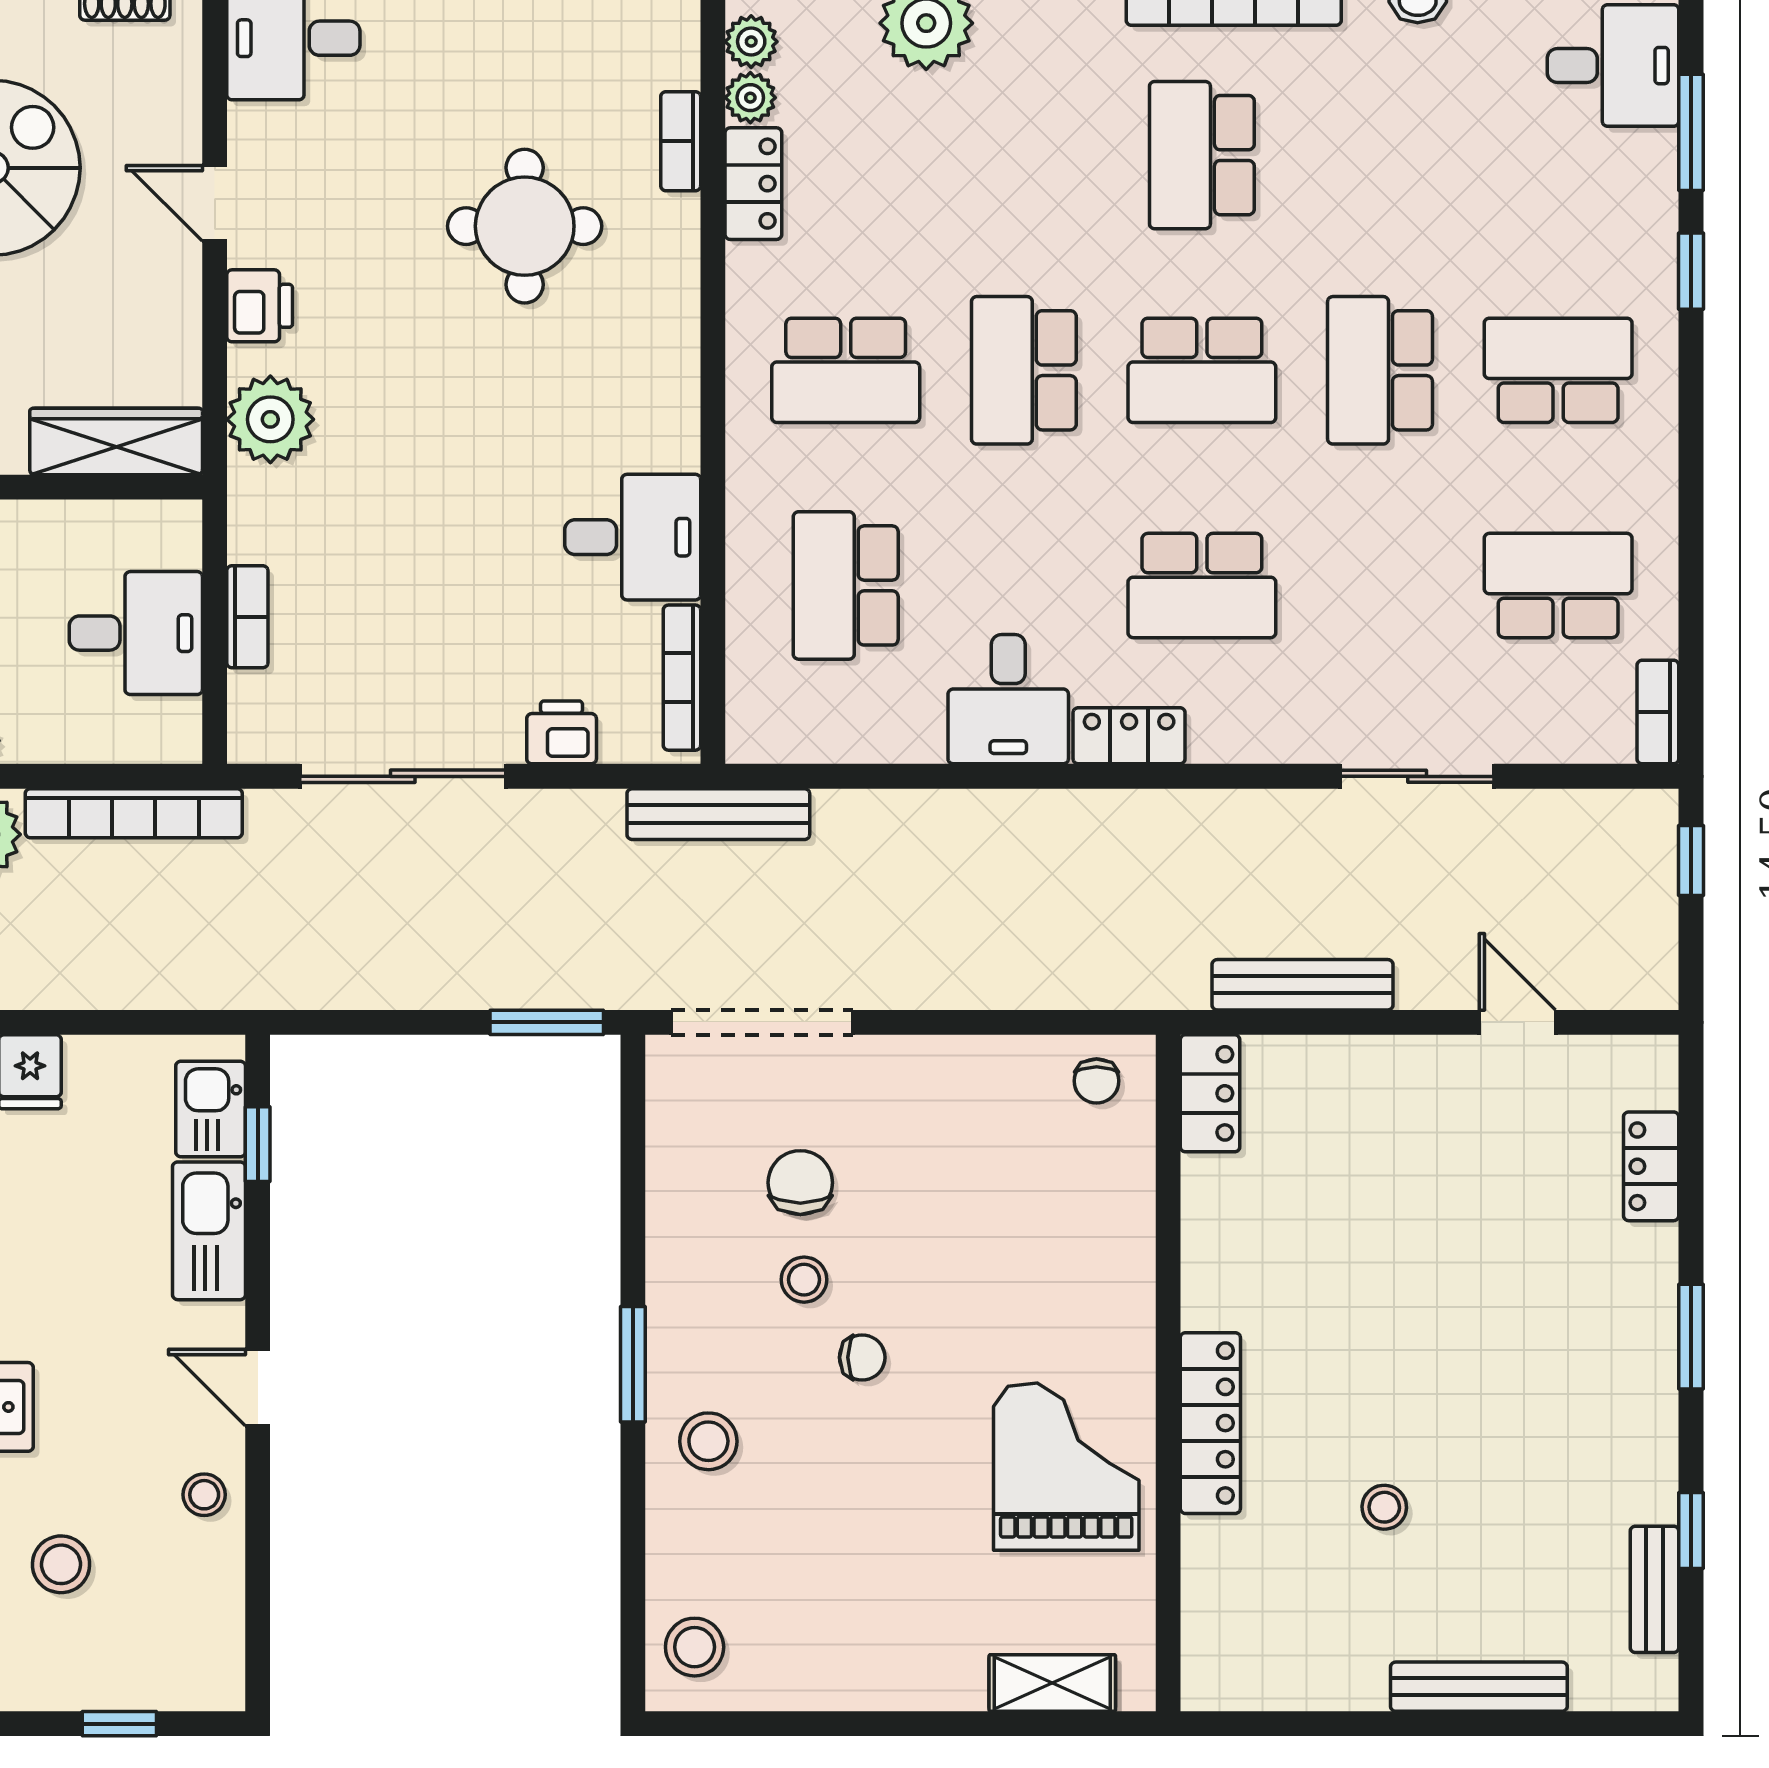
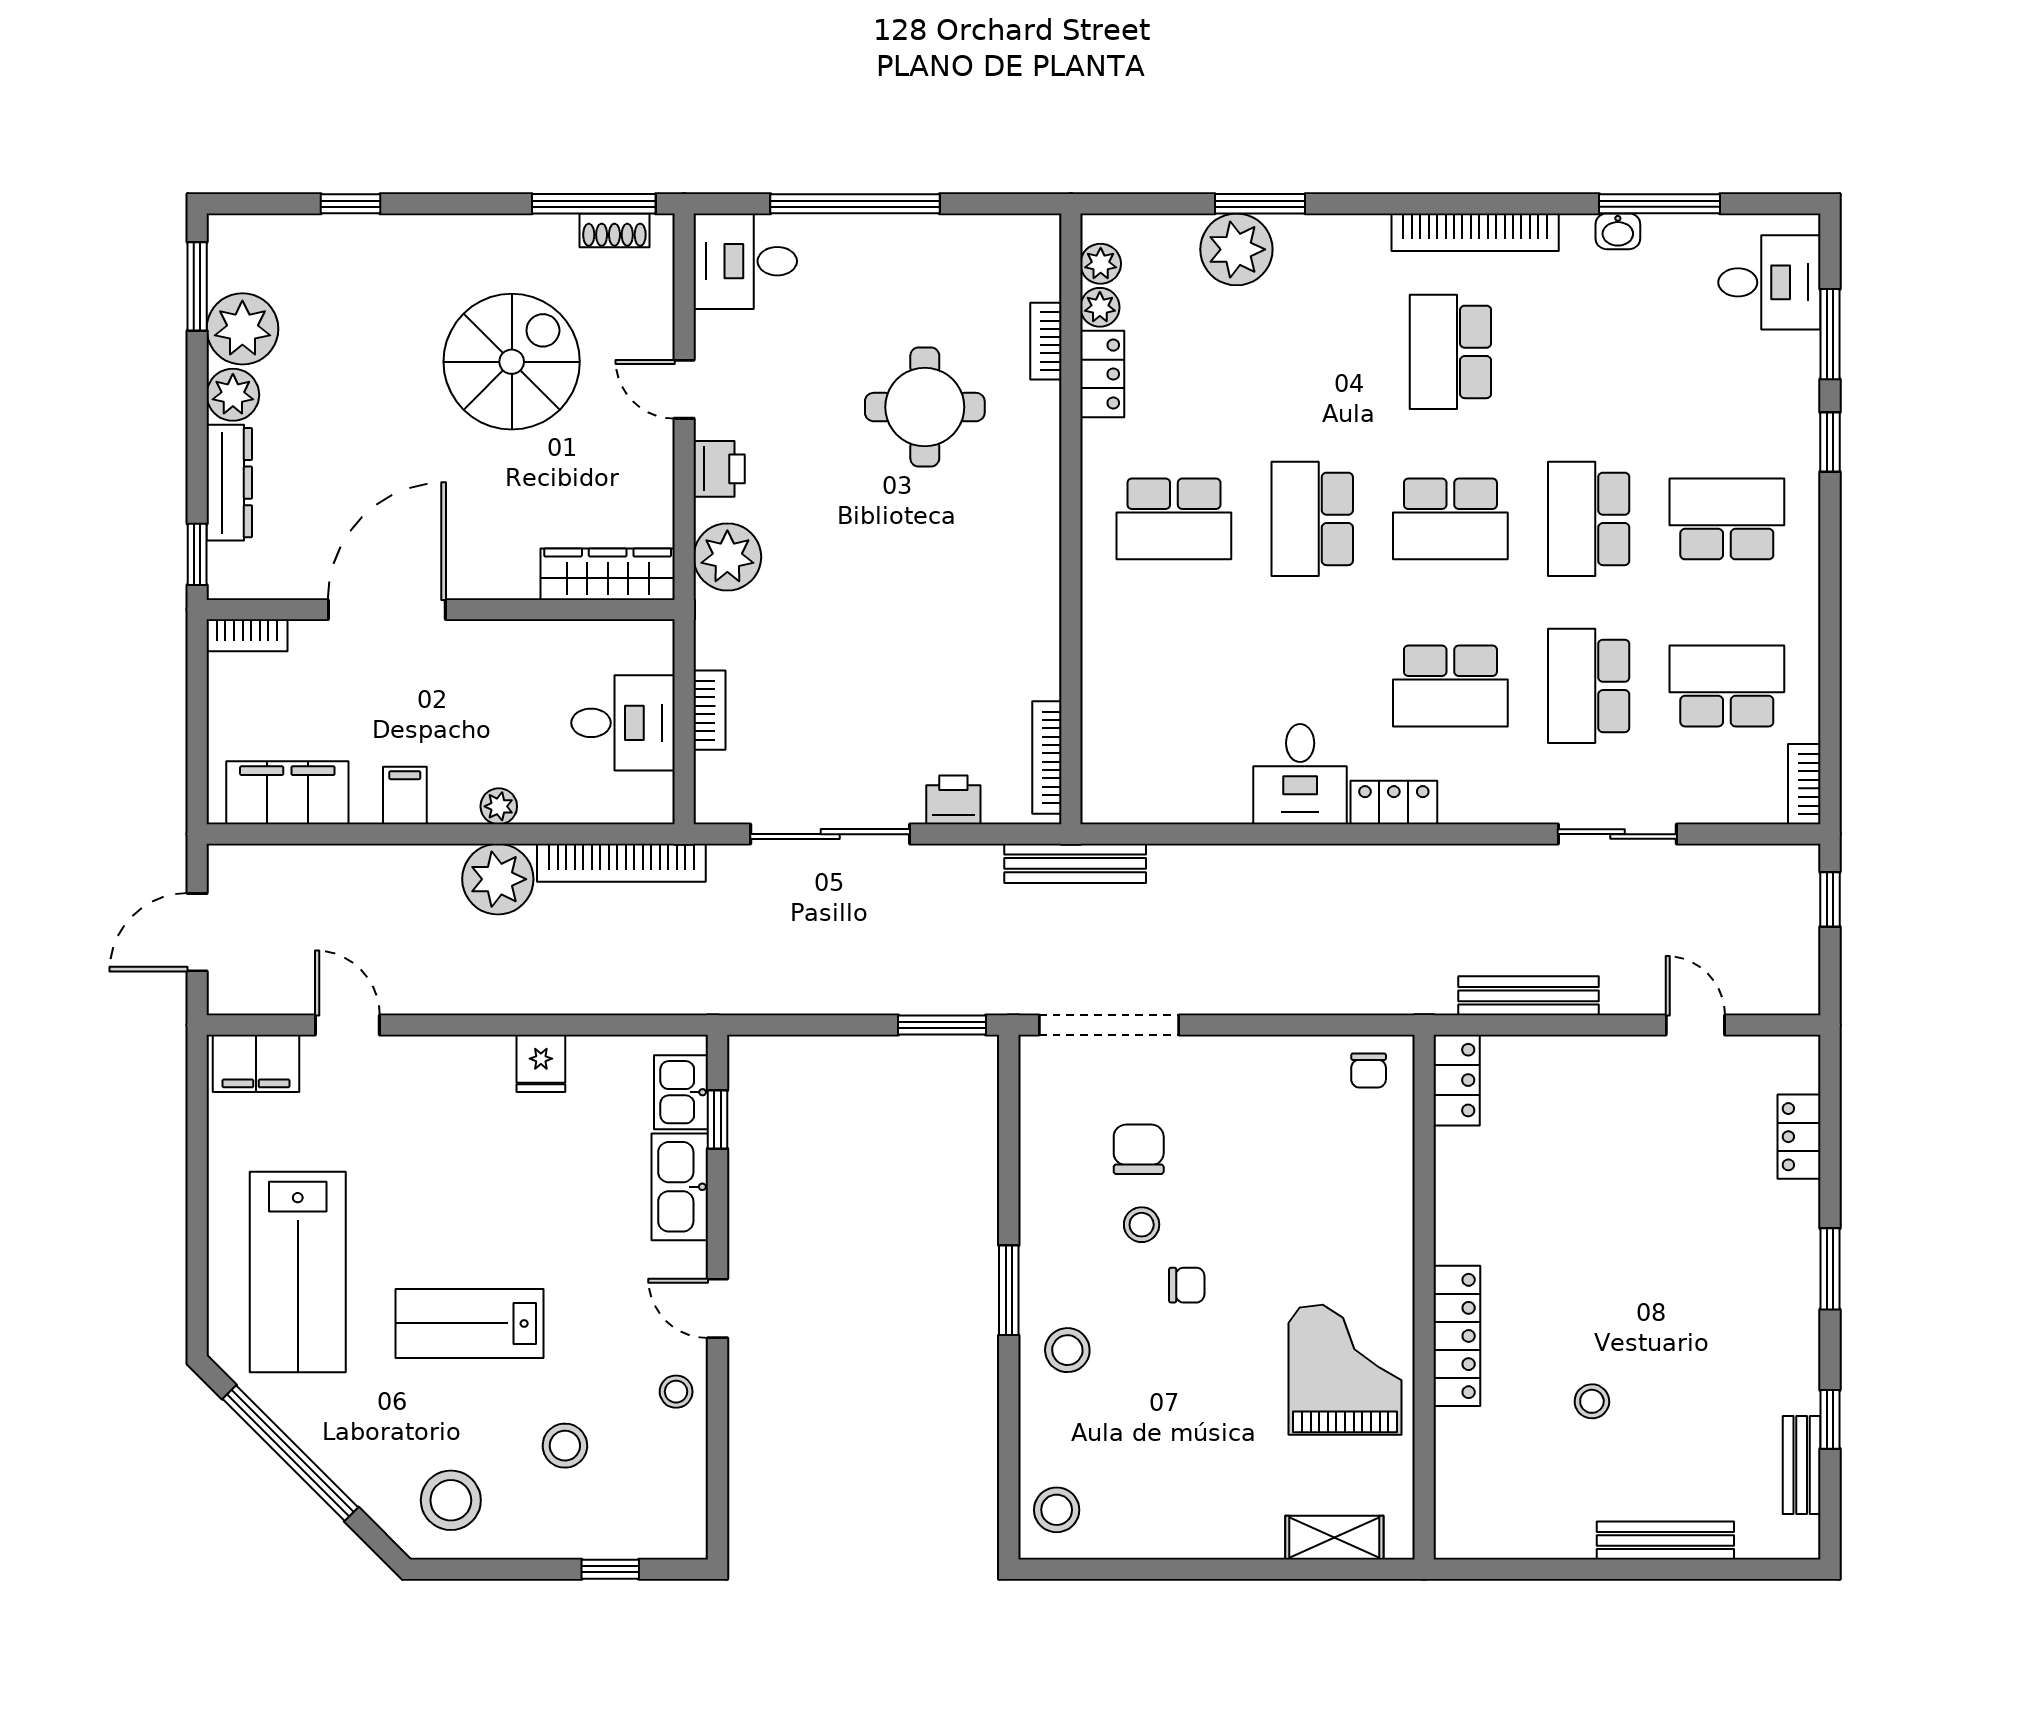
desk: (633, 537) -> (1009, 648), removed
school desk: (846, 585) -> (1589, 686), moved

